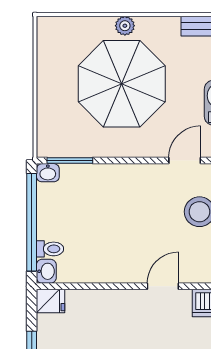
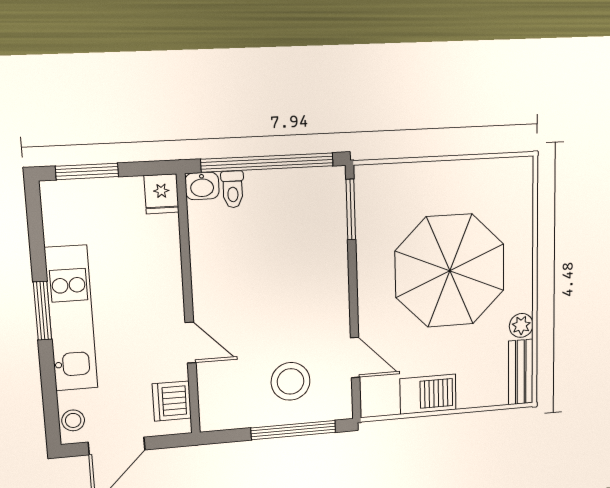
plant: (125, 26) -> (521, 325), moved
washbasin: (48, 173) -> (334, 181), removed

